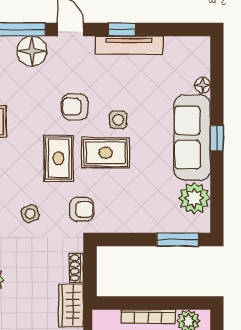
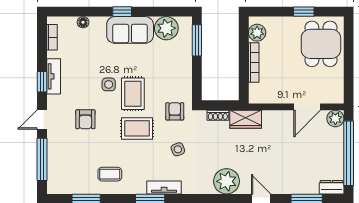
bookcase: (182, 43) -> (52, 37), added
tv unit: (129, 45) -> (54, 76), width x0.71
floor lamp: (32, 51) -> (58, 148), removed
armchair: (75, 107) -> (85, 119), moved
sofa: (192, 138) -> (130, 30), width x0.73

